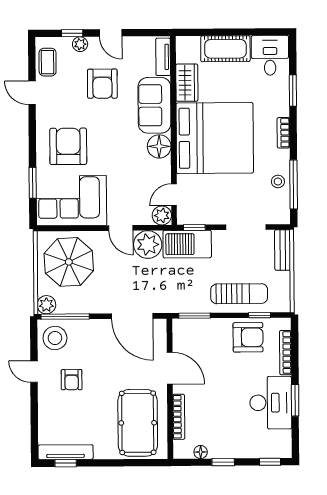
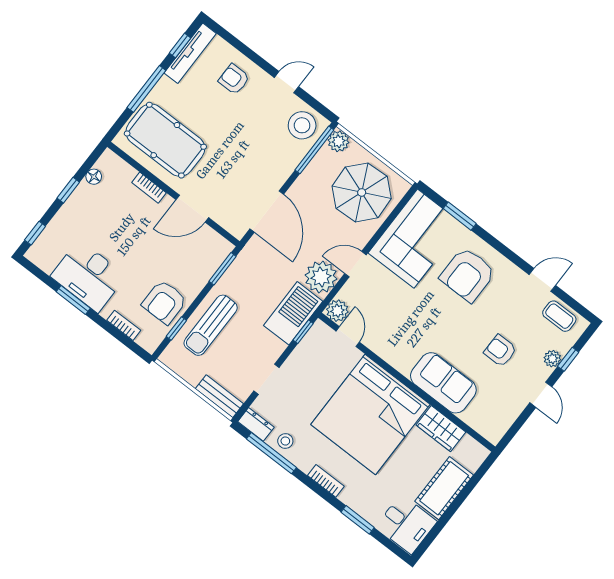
door: (111, 33) -> (541, 395), swing flipped
tv unit: (163, 57) -> (481, 425), removed
armchair: (102, 84) -> (500, 351), width x0.72, depth x0.72
armchair: (68, 146) -> (468, 275), turned 90
floor lamp: (159, 146) -> (402, 358), removed
dresser: (282, 210) -> (256, 424), added
doorway: (246, 227) -> (266, 379), width x0.73
door: (132, 316) -> (267, 212), swing flipped
bookcase: (285, 353) -> (124, 325), width x0.64
armchair: (72, 380) -> (234, 79), moved
bookcase: (179, 417) -> (149, 188), width x0.64
window: (113, 463) -> (146, 89), added

